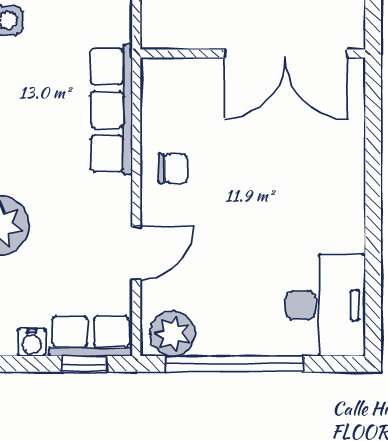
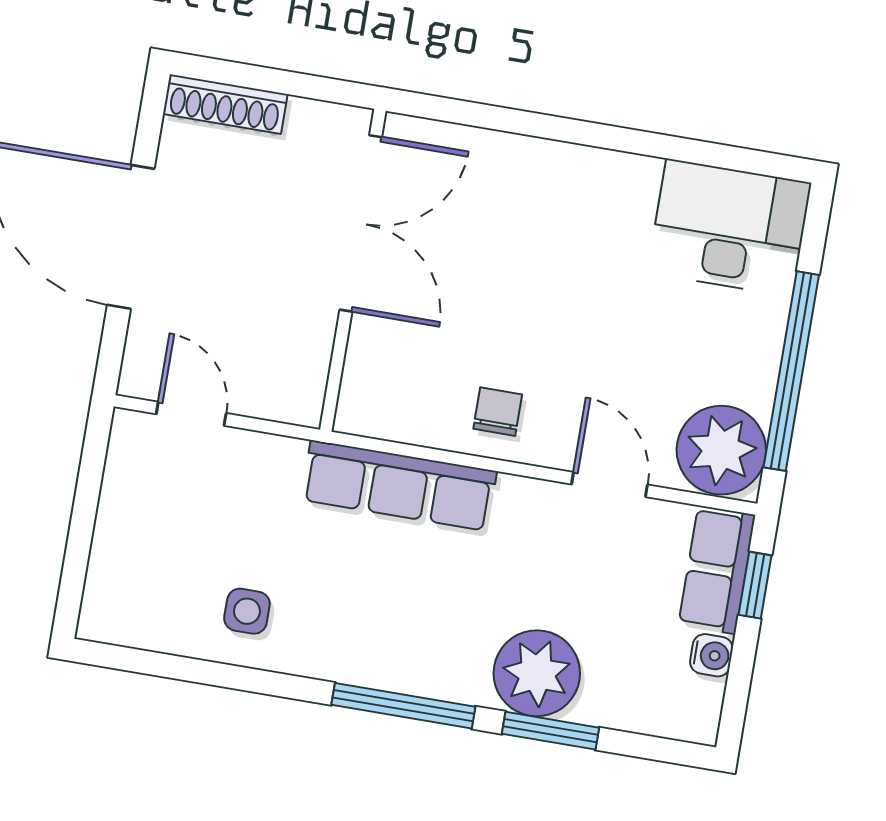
plant: (173, 334) -> (721, 450), width x1.36, depth x1.36

